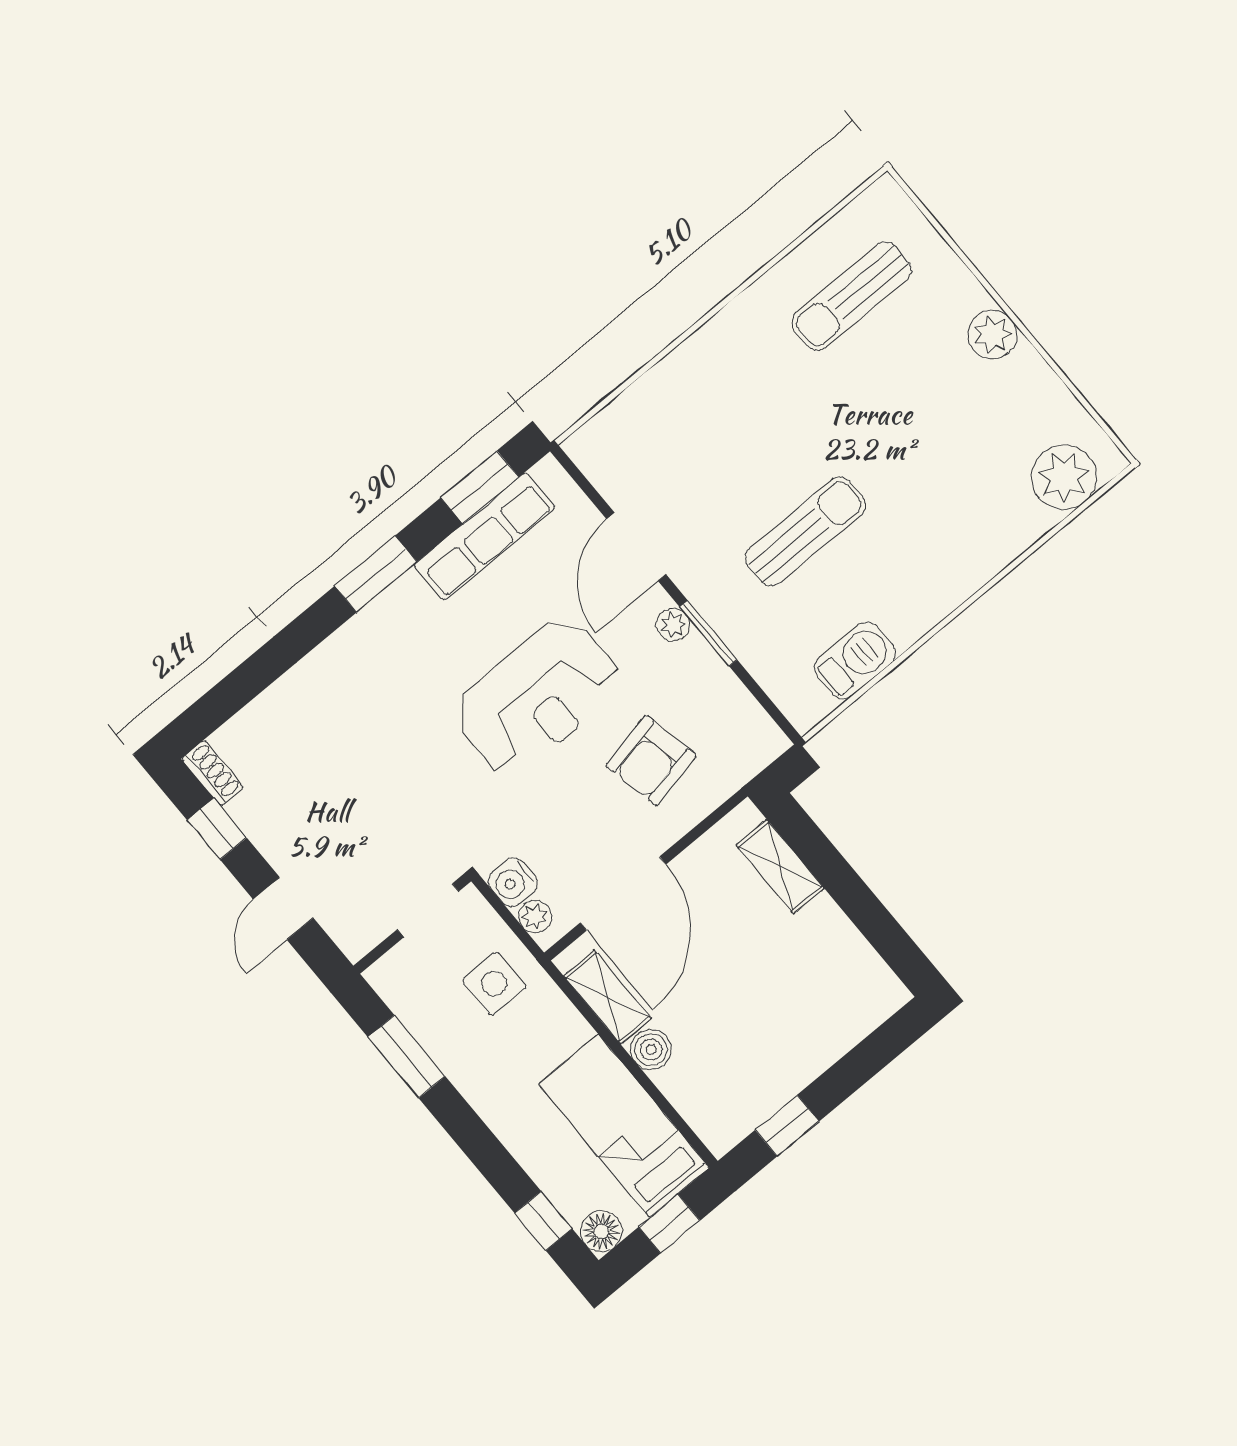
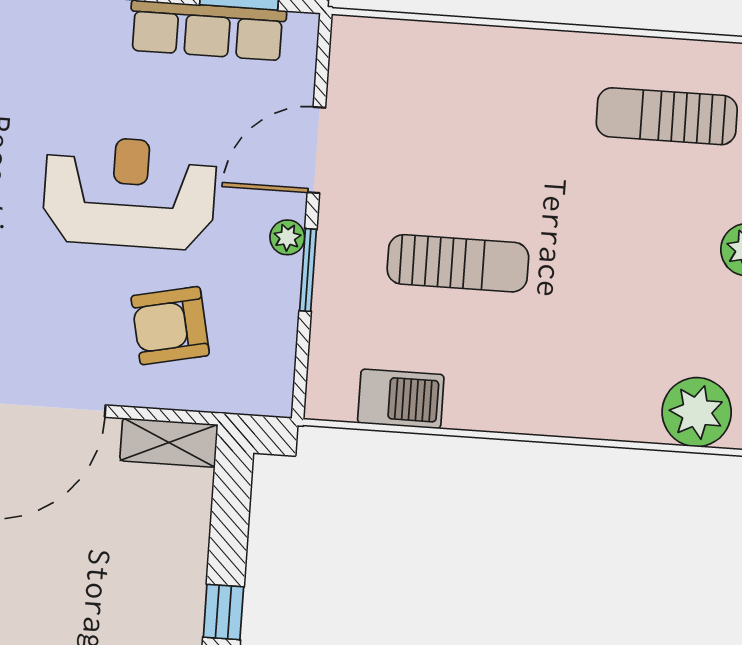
reception desk: (537, 697) -> (129, 193), turned 180
shelving: (780, 867) -> (169, 443), moved, turned 90
window: (873, 920) -> (223, 612), added

